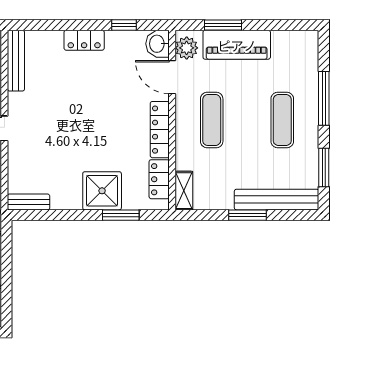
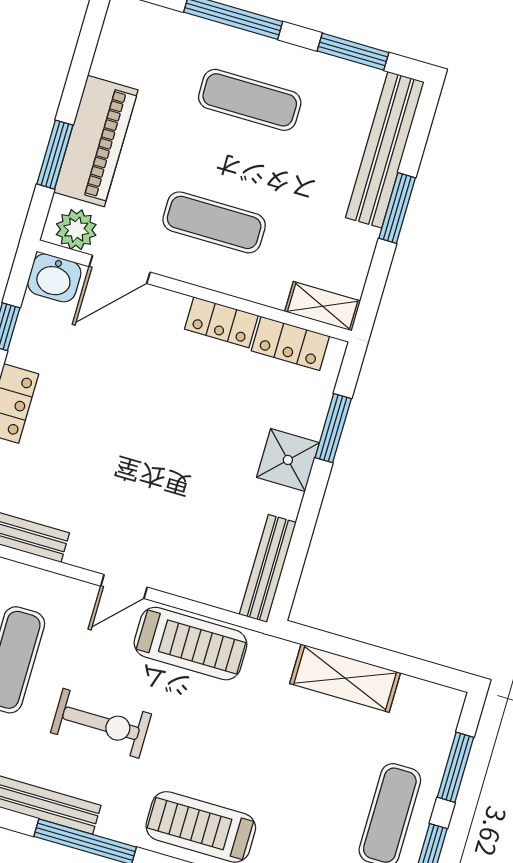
locker: (160, 130) -> (221, 322), width x0.66
shower: (102, 191) -> (288, 460), width x0.73, depth x0.73
bench: (28, 202) -> (268, 568), width x1.36

